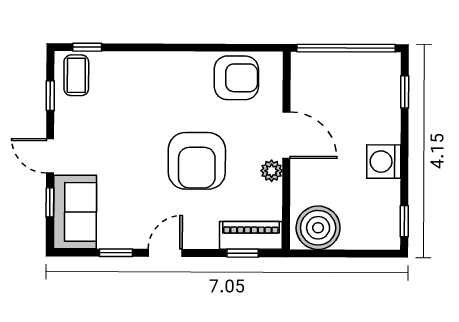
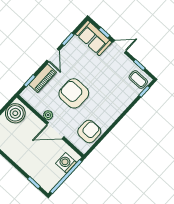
armchair: (236, 78) -> (89, 131), turned 180
washing machine: (384, 162) -> (66, 163), moved, turned -90
piano: (251, 235) -> (43, 78), moved

